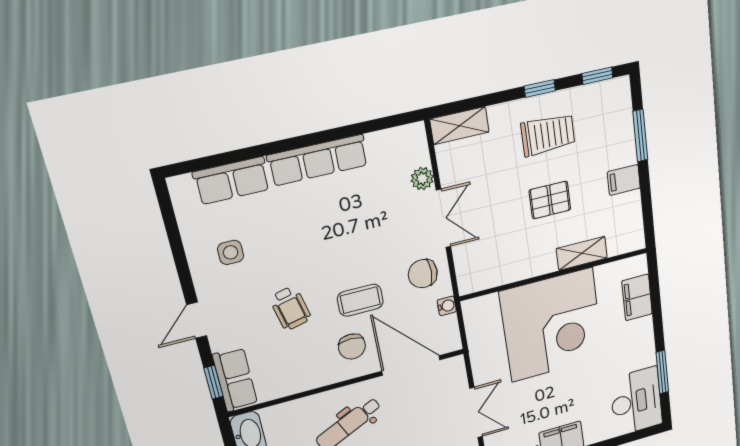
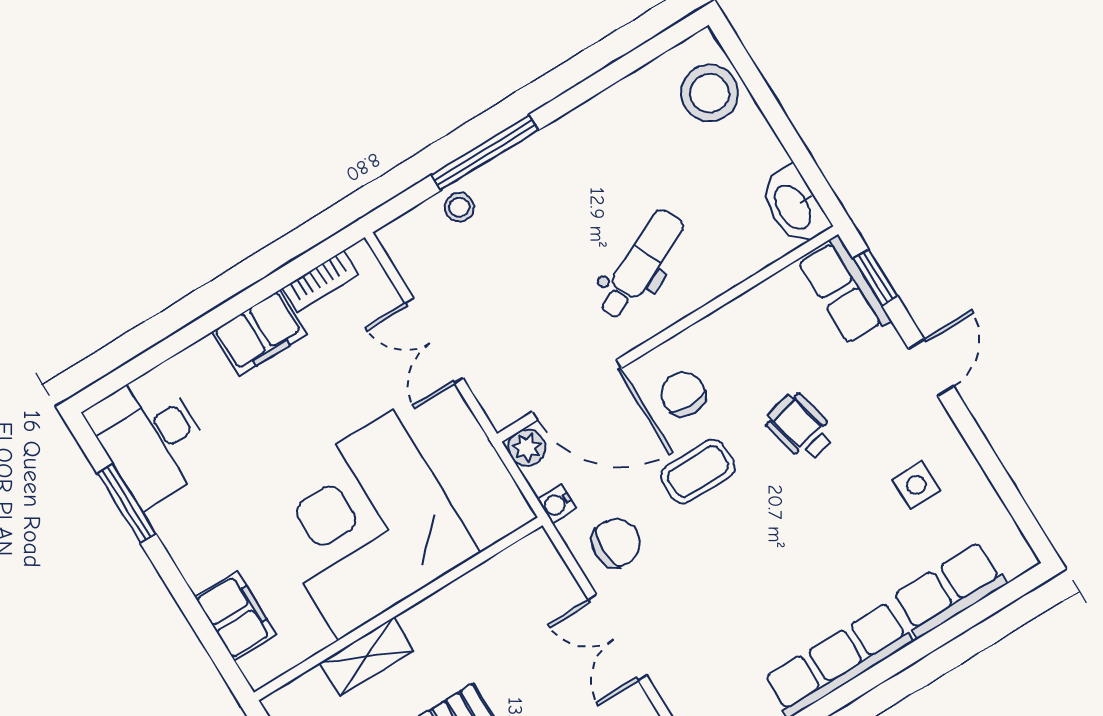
plant: (422, 179) -> (527, 448), moved

